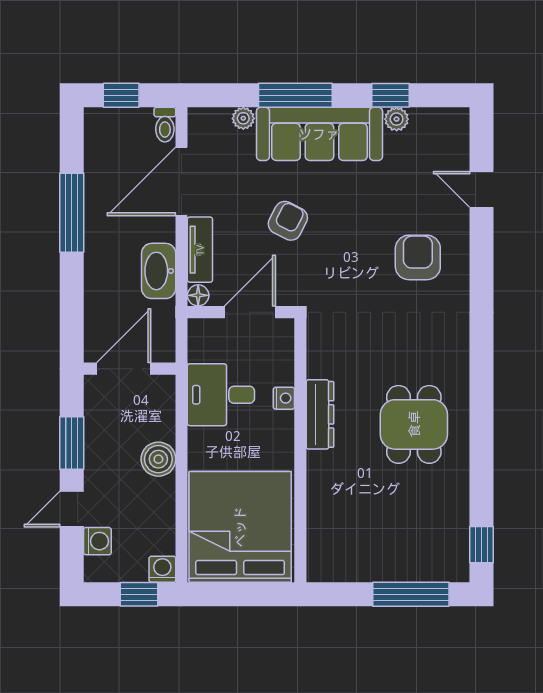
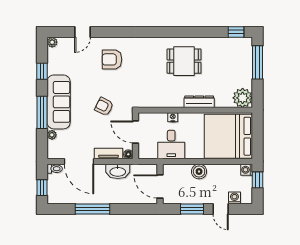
plant: (397, 119) -> (52, 42), moved
armchair: (288, 221) -> (104, 107), moved
dresser: (320, 414) -> (199, 102), moved
plant: (329, 560) -> (243, 98), added

